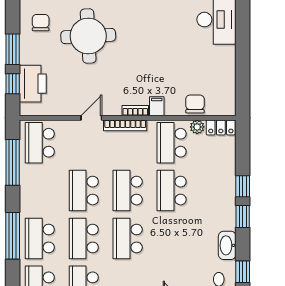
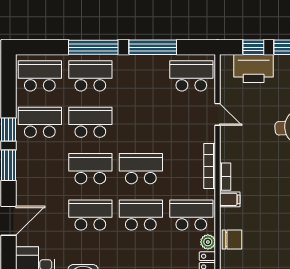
door: (91, 118) -> (218, 114), moved
window: (13, 162) -> (153, 47), moved
school desk: (84, 191) -> (90, 215), moved

